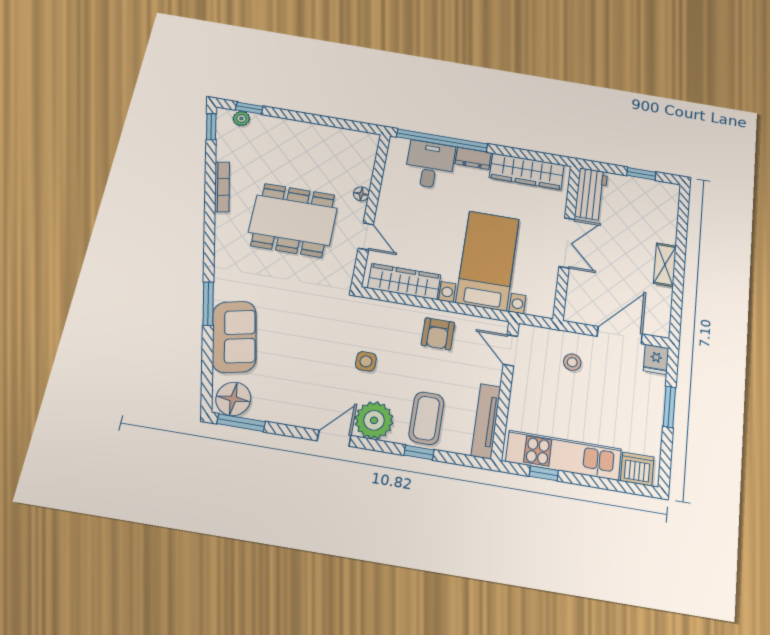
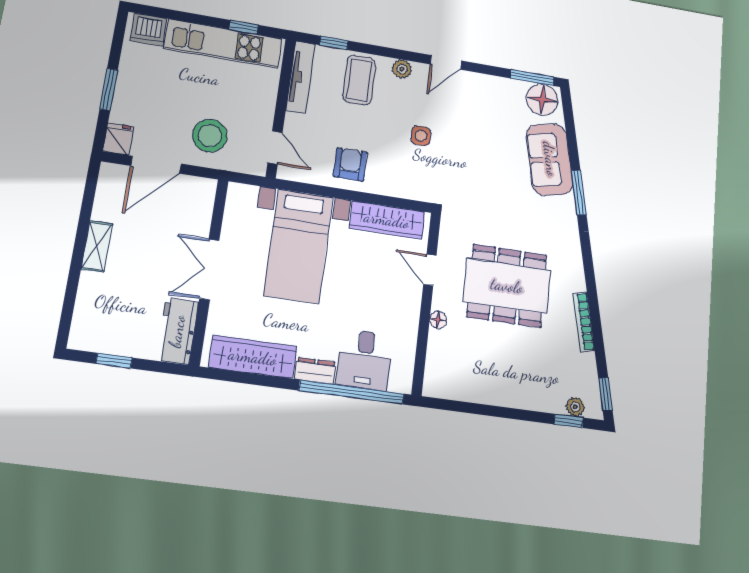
stool: (572, 362) -> (210, 136), width x1.89, depth x1.89
plant: (374, 420) -> (402, 69), width x0.53, depth x0.53
window: (419, 452) -> (334, 43), moved

